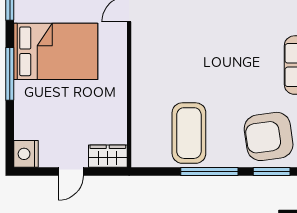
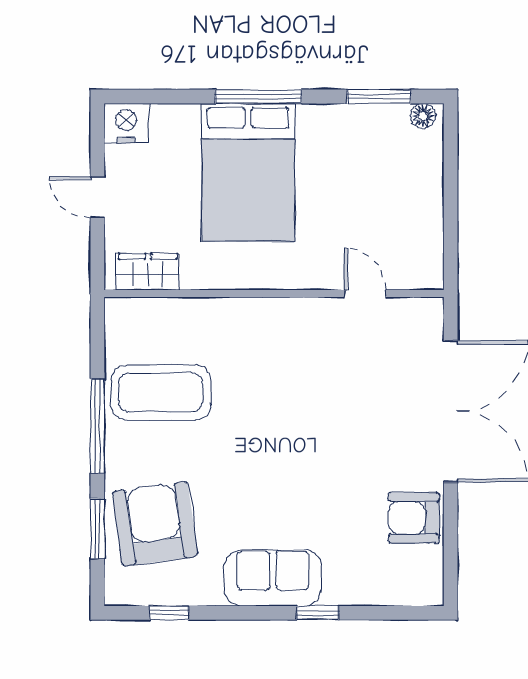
bed: (56, 51) -> (248, 172), moved
wardrobe: (108, 156) -> (148, 272), moved, turned -90

